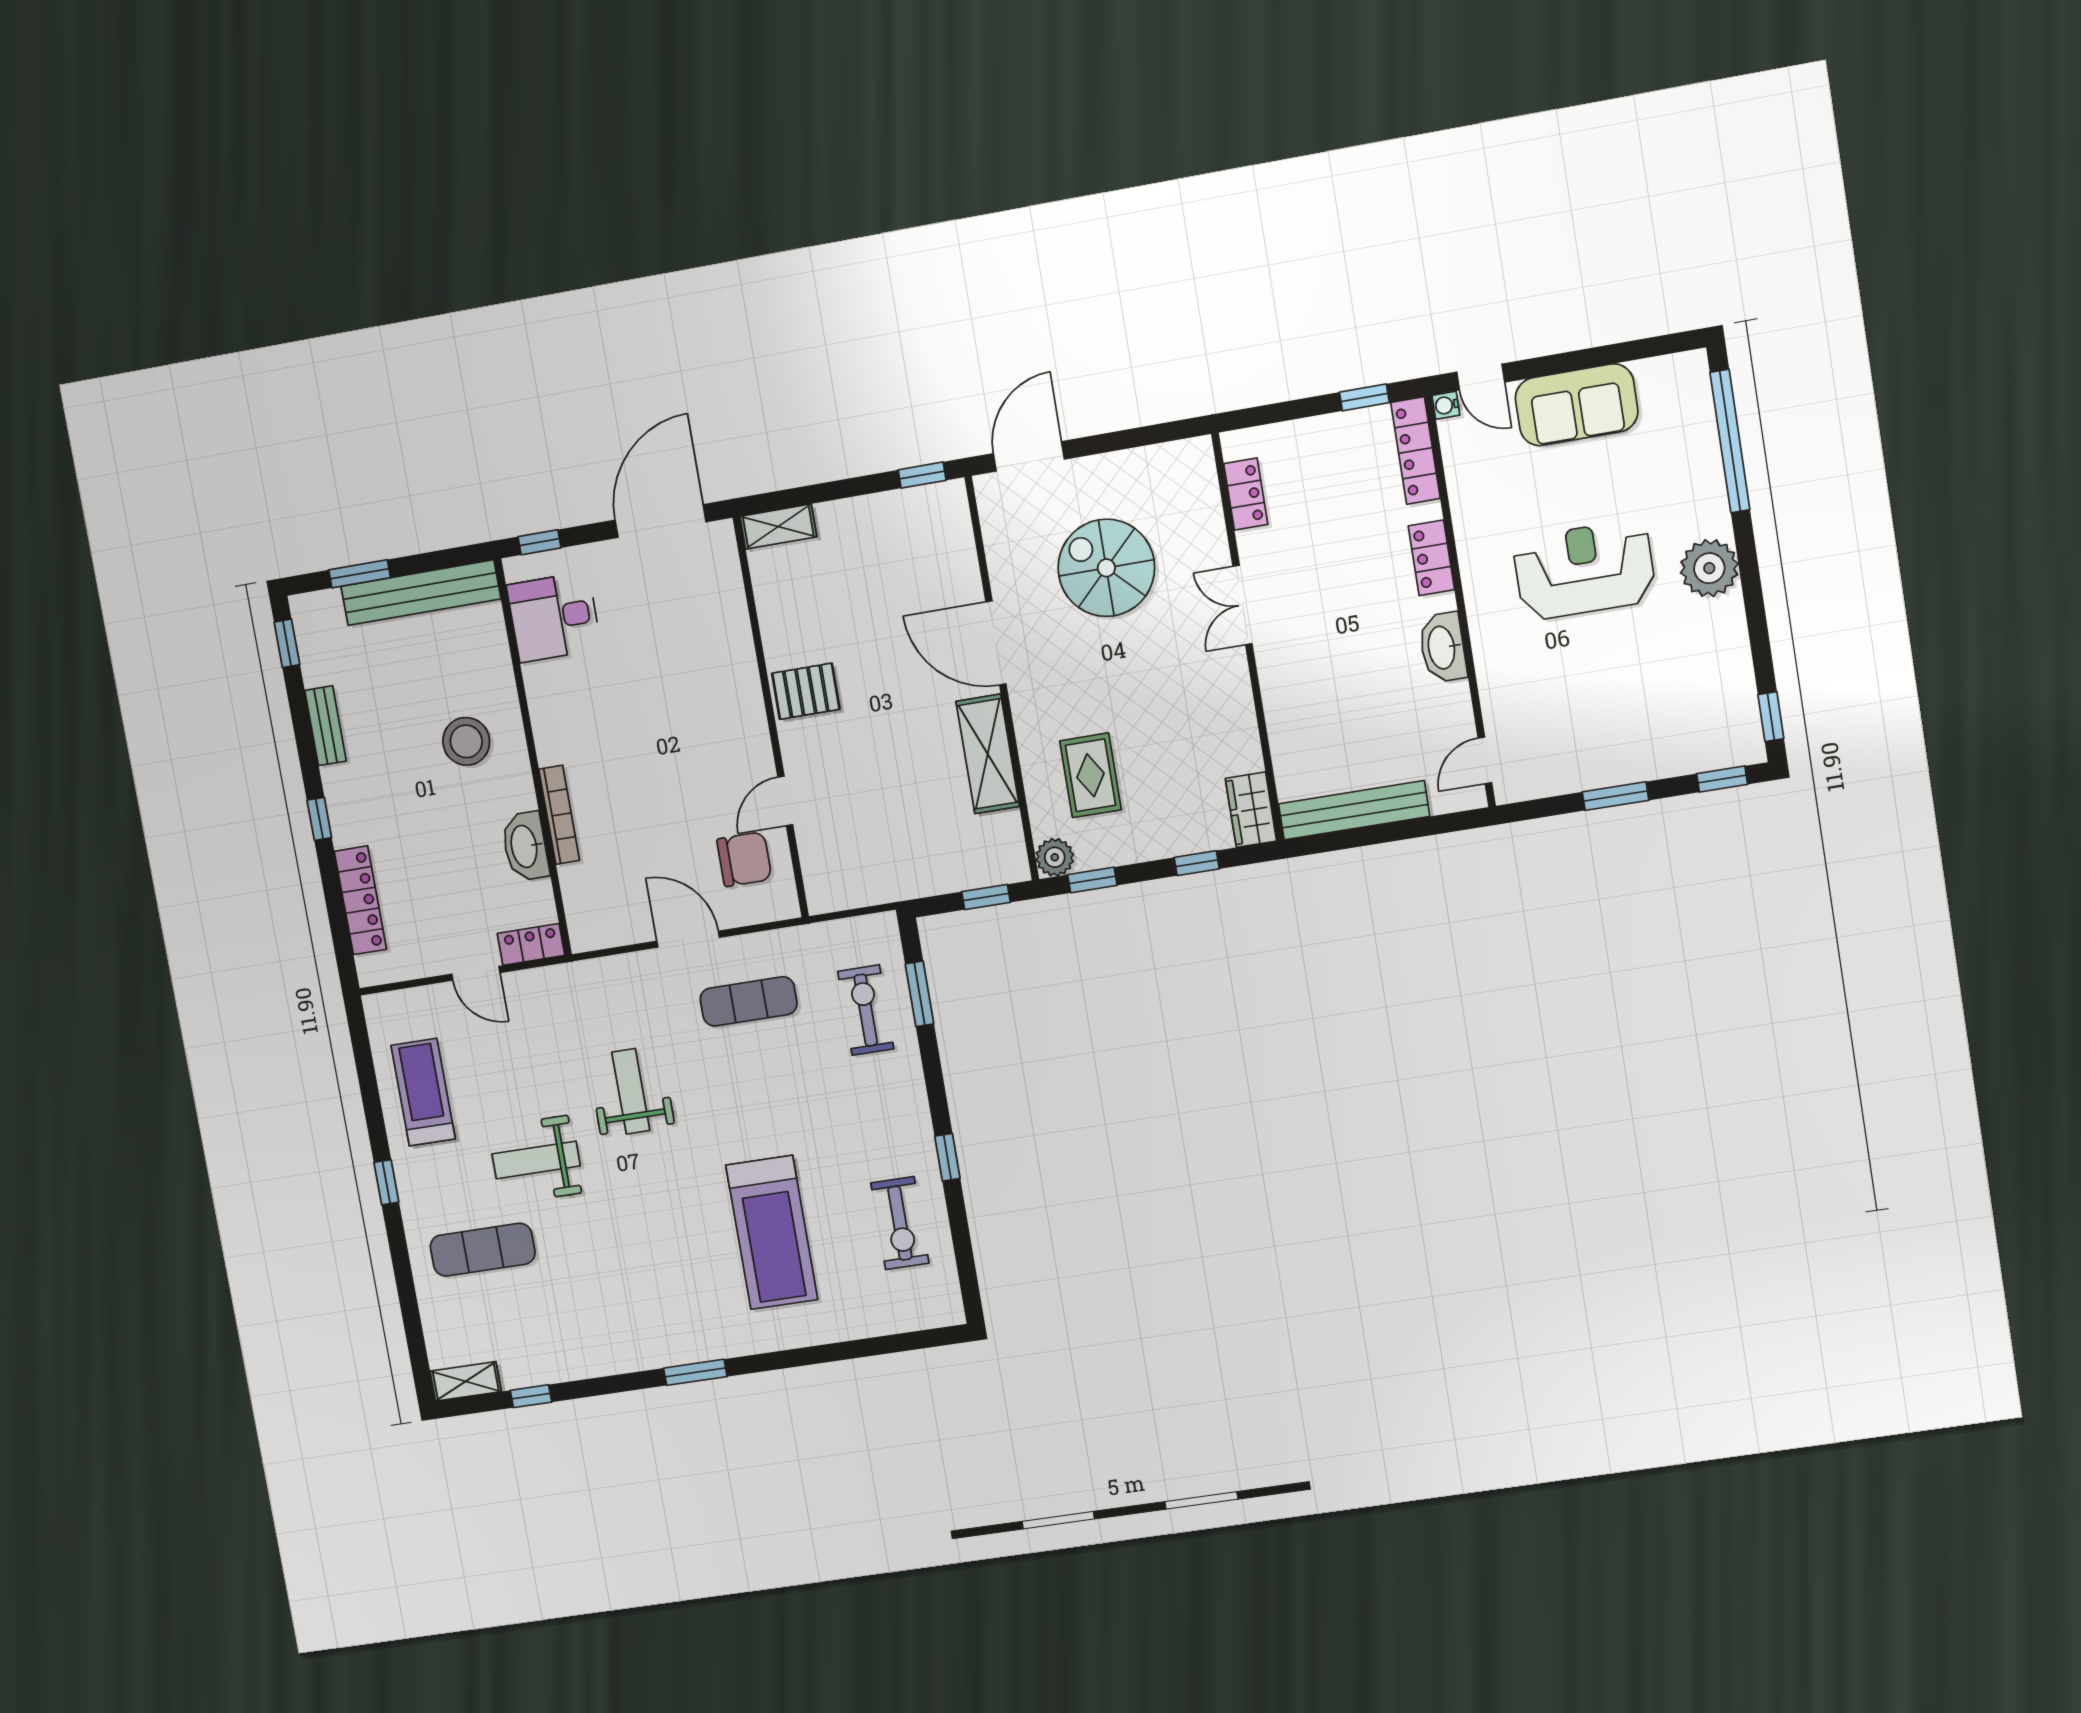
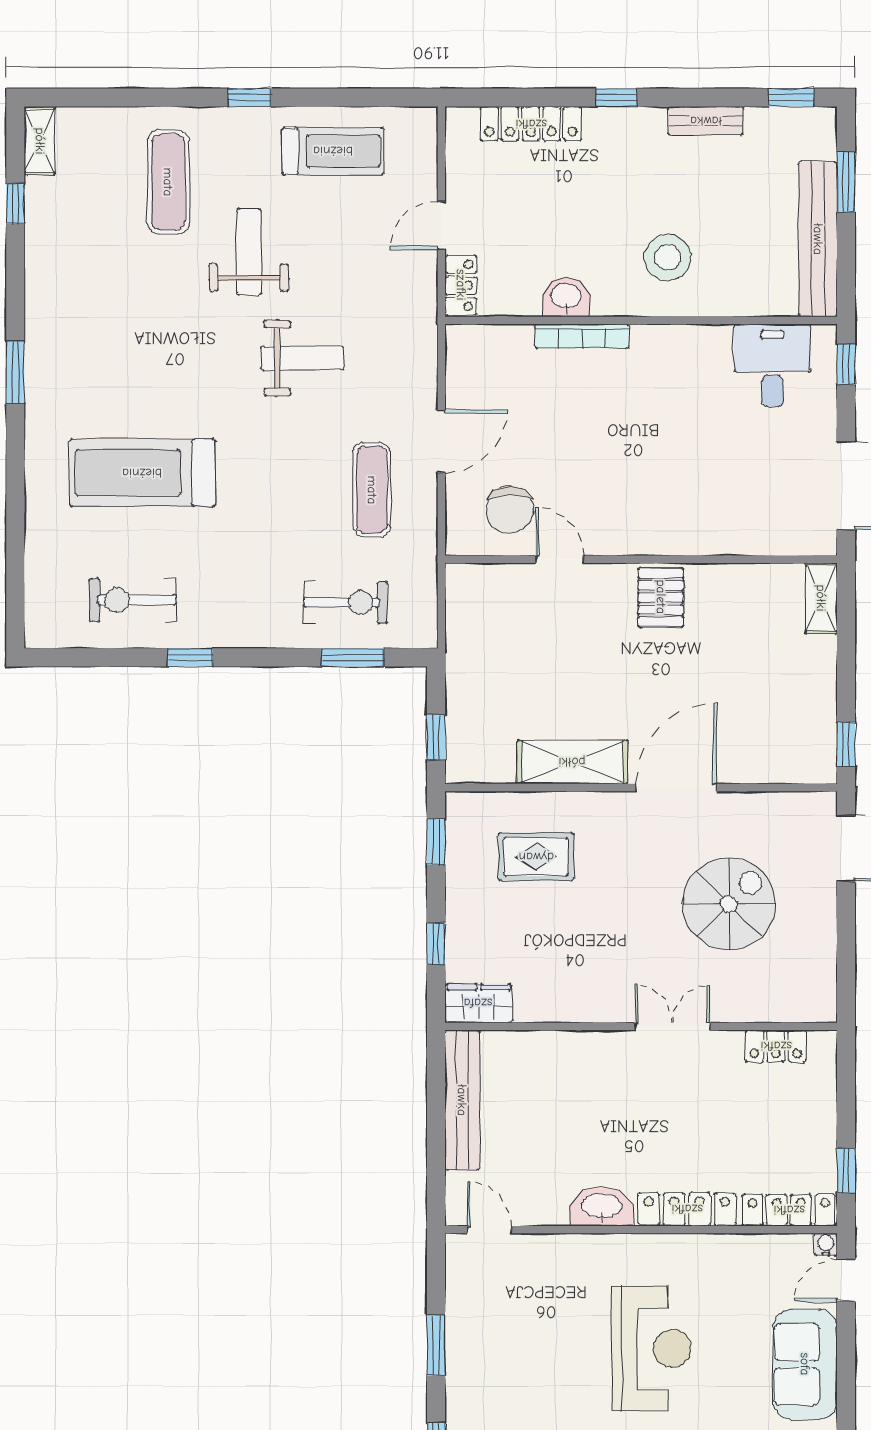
locker: (1431, 558) -> (687, 1209), width x1.53
washbasin: (525, 846) -> (566, 297), width x0.72
plant: (1055, 857) -> (463, 810), removed

